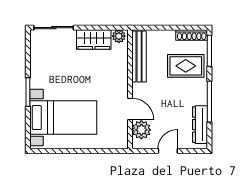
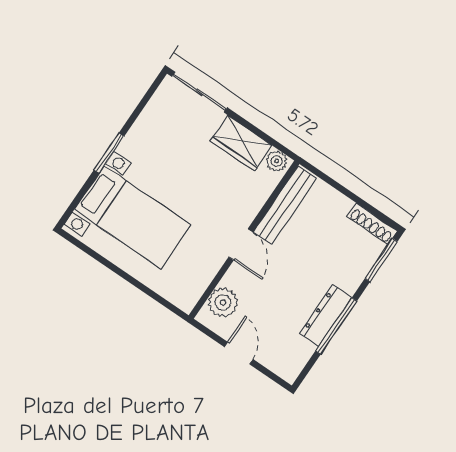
rug: (186, 66) -> (337, 259), removed
door: (130, 109) -> (241, 244), moved
dresser: (200, 125) -> (326, 315), moved
door: (168, 151) -> (239, 353), hinge flipped

